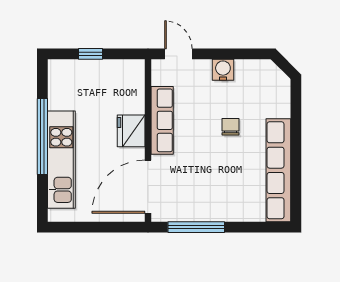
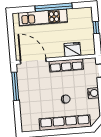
fridge: (131, 131) -> (72, 49), moved
row of seats: (278, 170) -> (65, 123), moved

